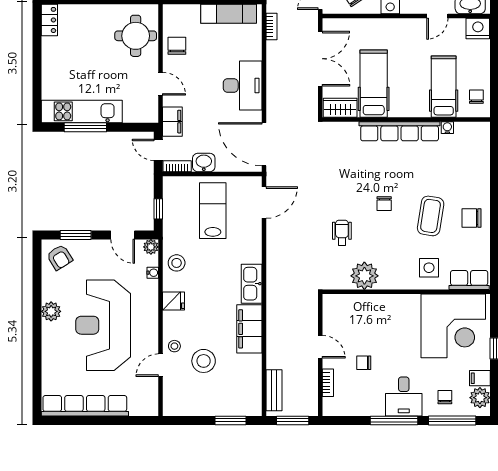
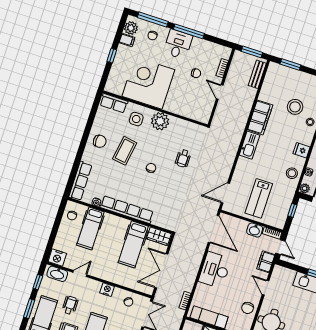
row of seats: (481, 151) -> (80, 181), added
plant: (364, 276) -> (160, 121), moved
corner desk: (453, 326) -> (148, 83), moved

